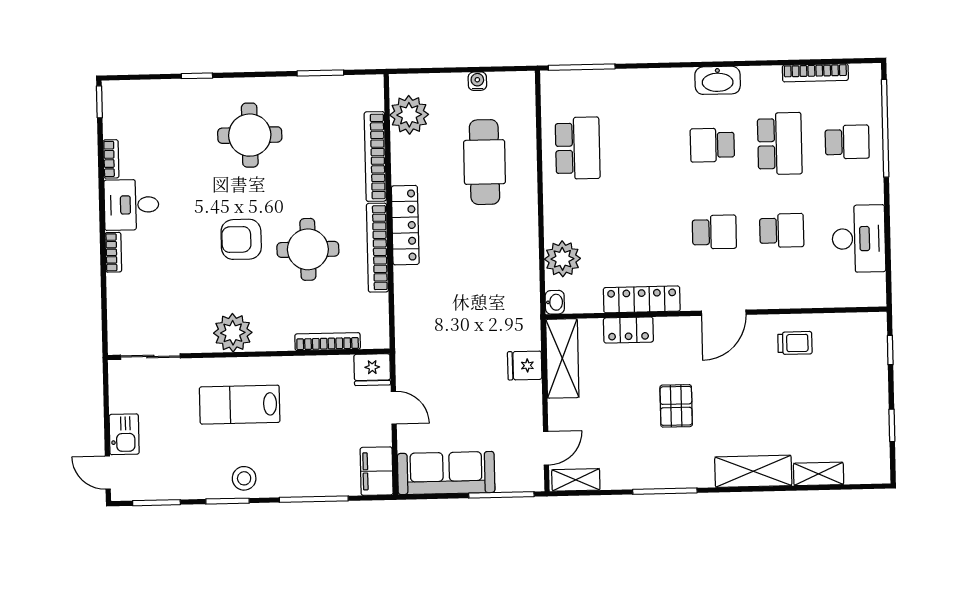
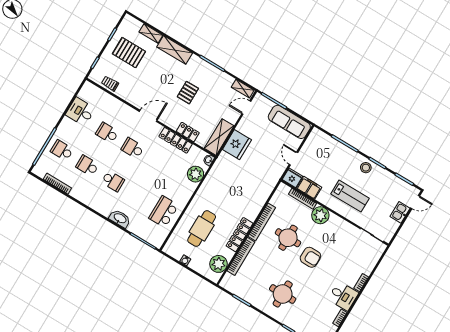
washbasin: (718, 80) -> (120, 219), moved
school desk: (780, 144) -> (87, 166), width x0.54
locker: (405, 225) -> (240, 235), moved
desk: (859, 239) -> (80, 112), width x0.73
plant: (233, 333) -> (320, 215), moved
trolley: (795, 343) -> (110, 83), moved
fridge: (525, 366) -> (237, 145), width x1.88, depth x1.34
pallet: (838, 411) -> (129, 53), added
filing cabinet: (377, 471) -> (309, 188), moved, turned -90
door: (108, 473) -> (415, 202), hinge flipped

